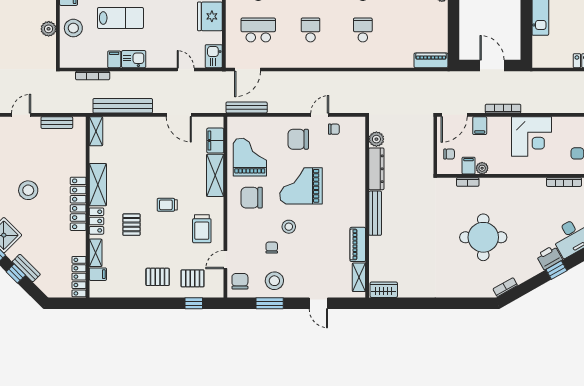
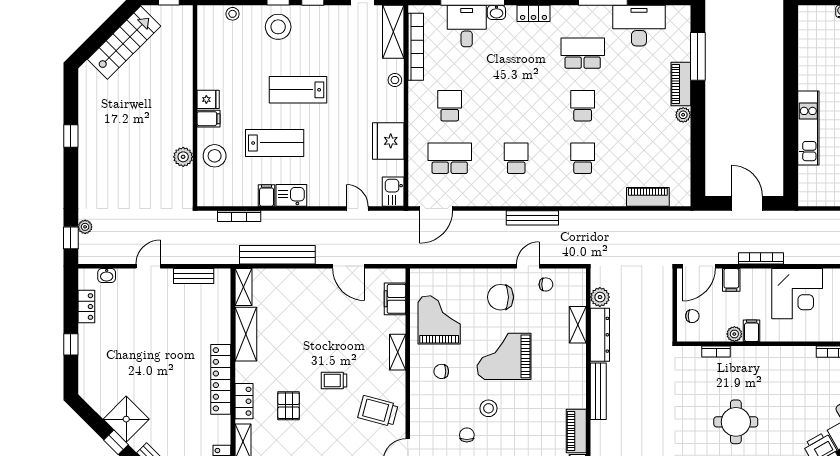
piano: (431, 60) -> (648, 197), moved
bench: (247, 107) -> (532, 218), moved
shelving: (359, 161) -> (578, 325), added
filing cabinet: (469, 166) -> (752, 331), moved
shelving: (215, 175) -> (398, 352), width x0.67, depth x0.75
shelving: (98, 185) -> (246, 334), moved
stool: (28, 190) -> (157, 362), removed
chair: (252, 198) -> (441, 371), width x0.54, depth x0.54
trolley: (202, 229) -> (378, 411), turned 105
round table: (483, 237) -> (736, 422), width x0.73, depth x0.73

